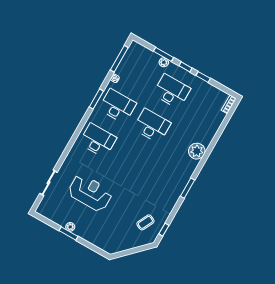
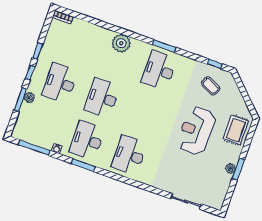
desk: (167, 180) -> (159, 70), added
reception desk: (90, 193) -> (196, 131), moved
rug: (103, 237) -> (236, 130), added

